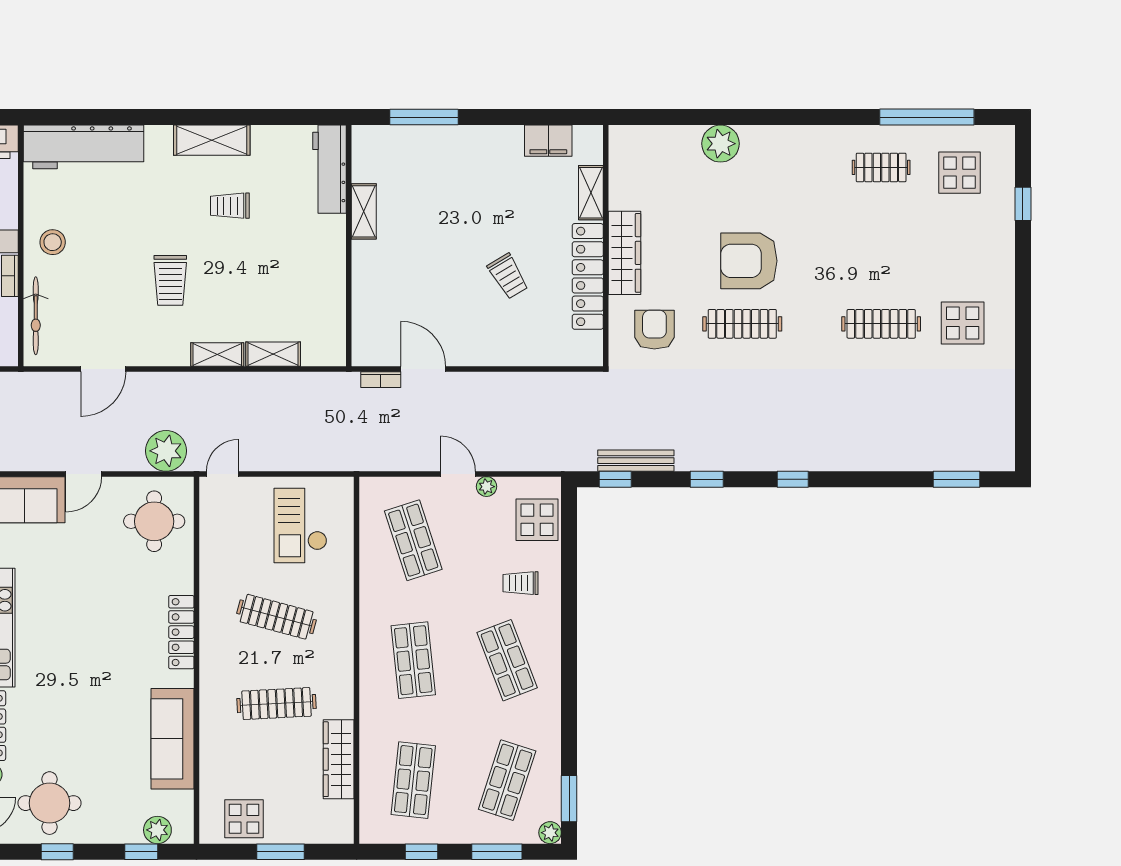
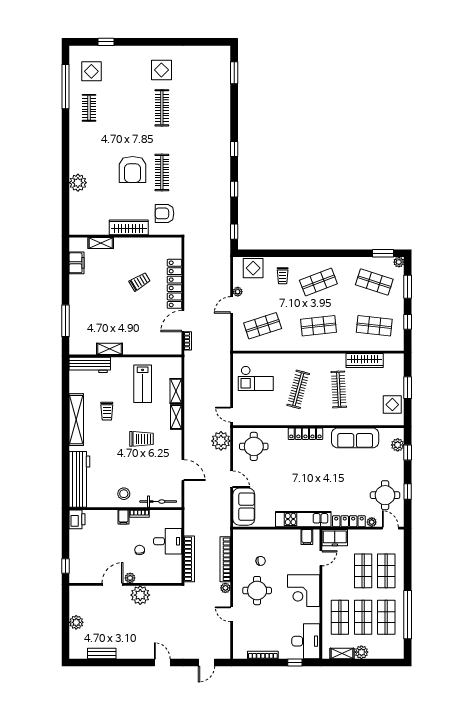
shelving: (212, 140) -> (76, 420), width x1.47
locker: (588, 276) -> (174, 284), moved, turned 90
lab bench: (289, 282) -> (143, 384), added
bench: (636, 461) -> (226, 222), removed

